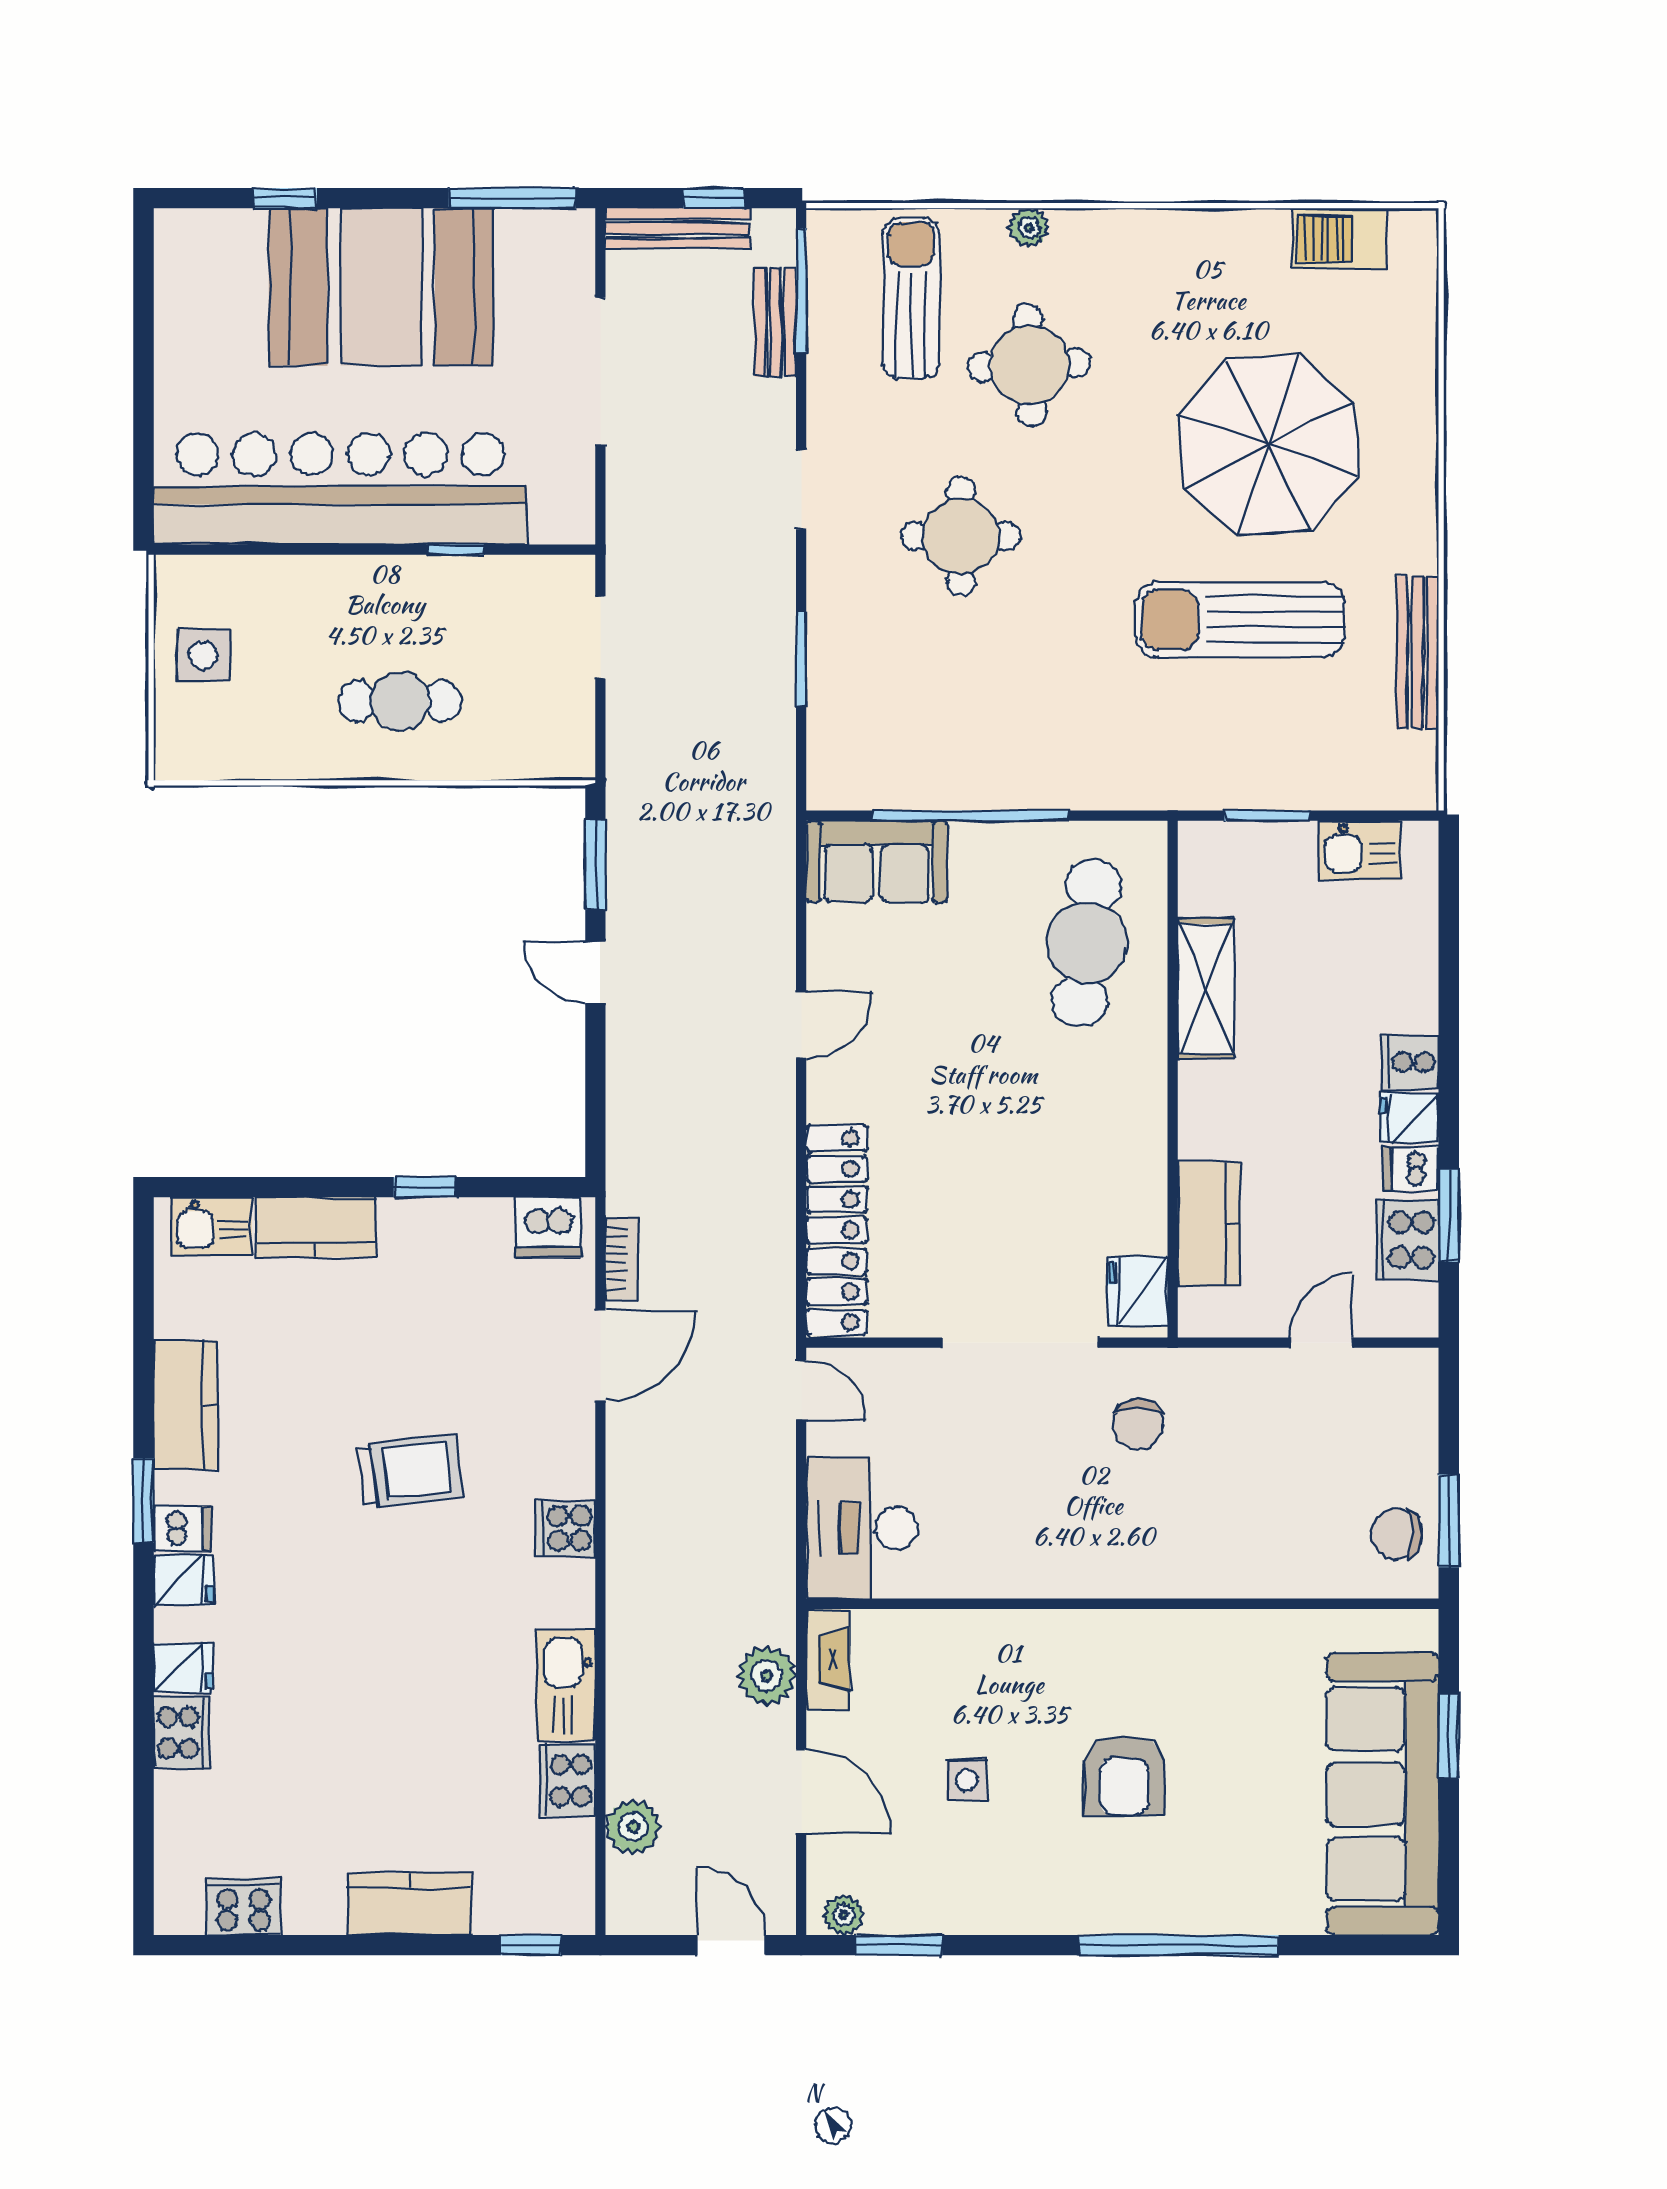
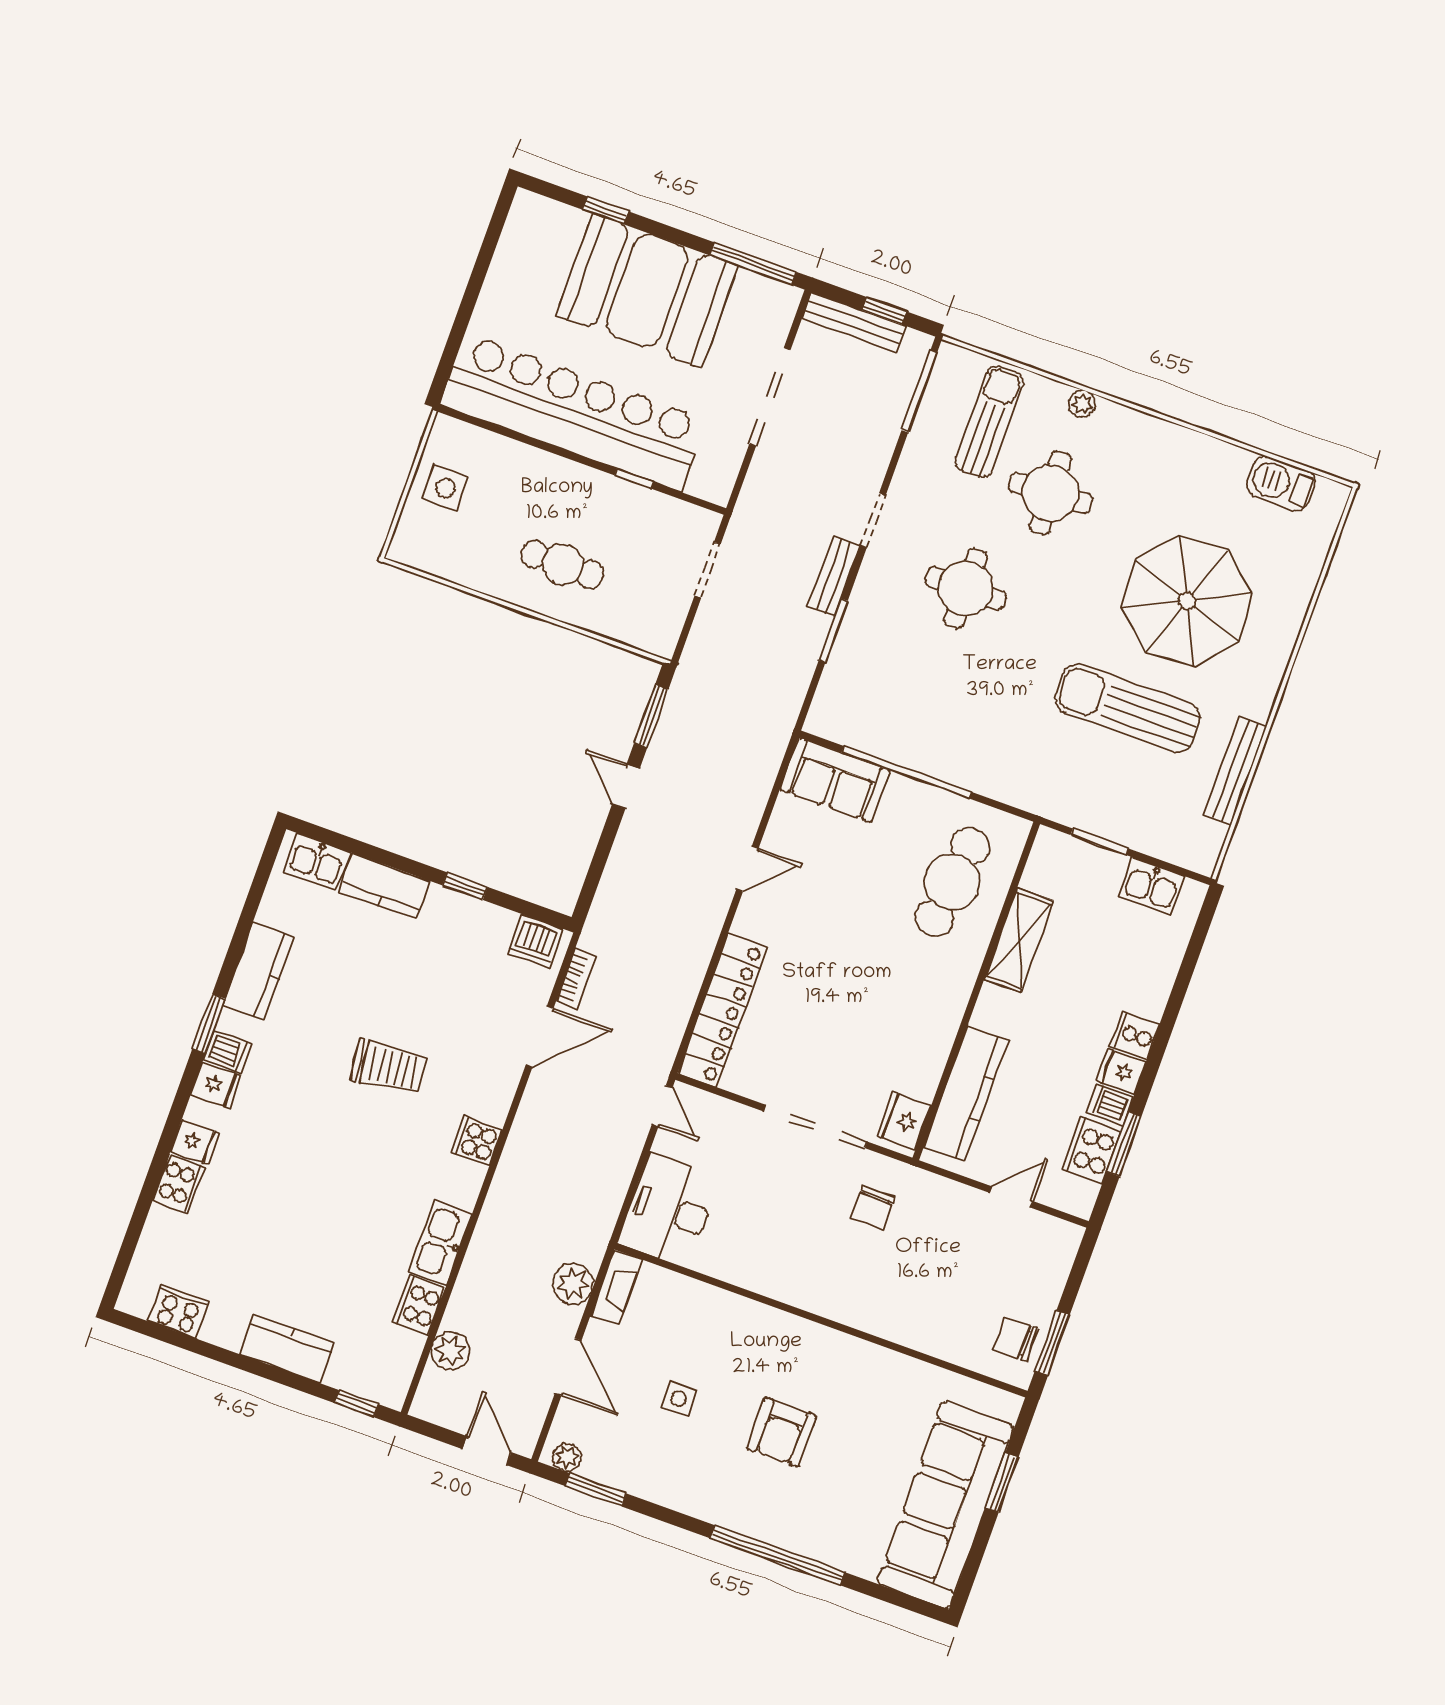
bench: (775, 322) -> (834, 576), moved
kitchen counter: (1209, 1224) -> (966, 1094), width x1.50

